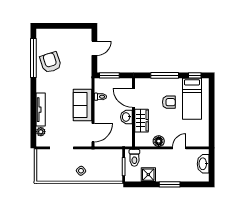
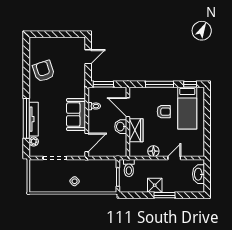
window: (33, 58) -> (26, 118), moved
shower: (148, 175) -> (155, 185), moved

